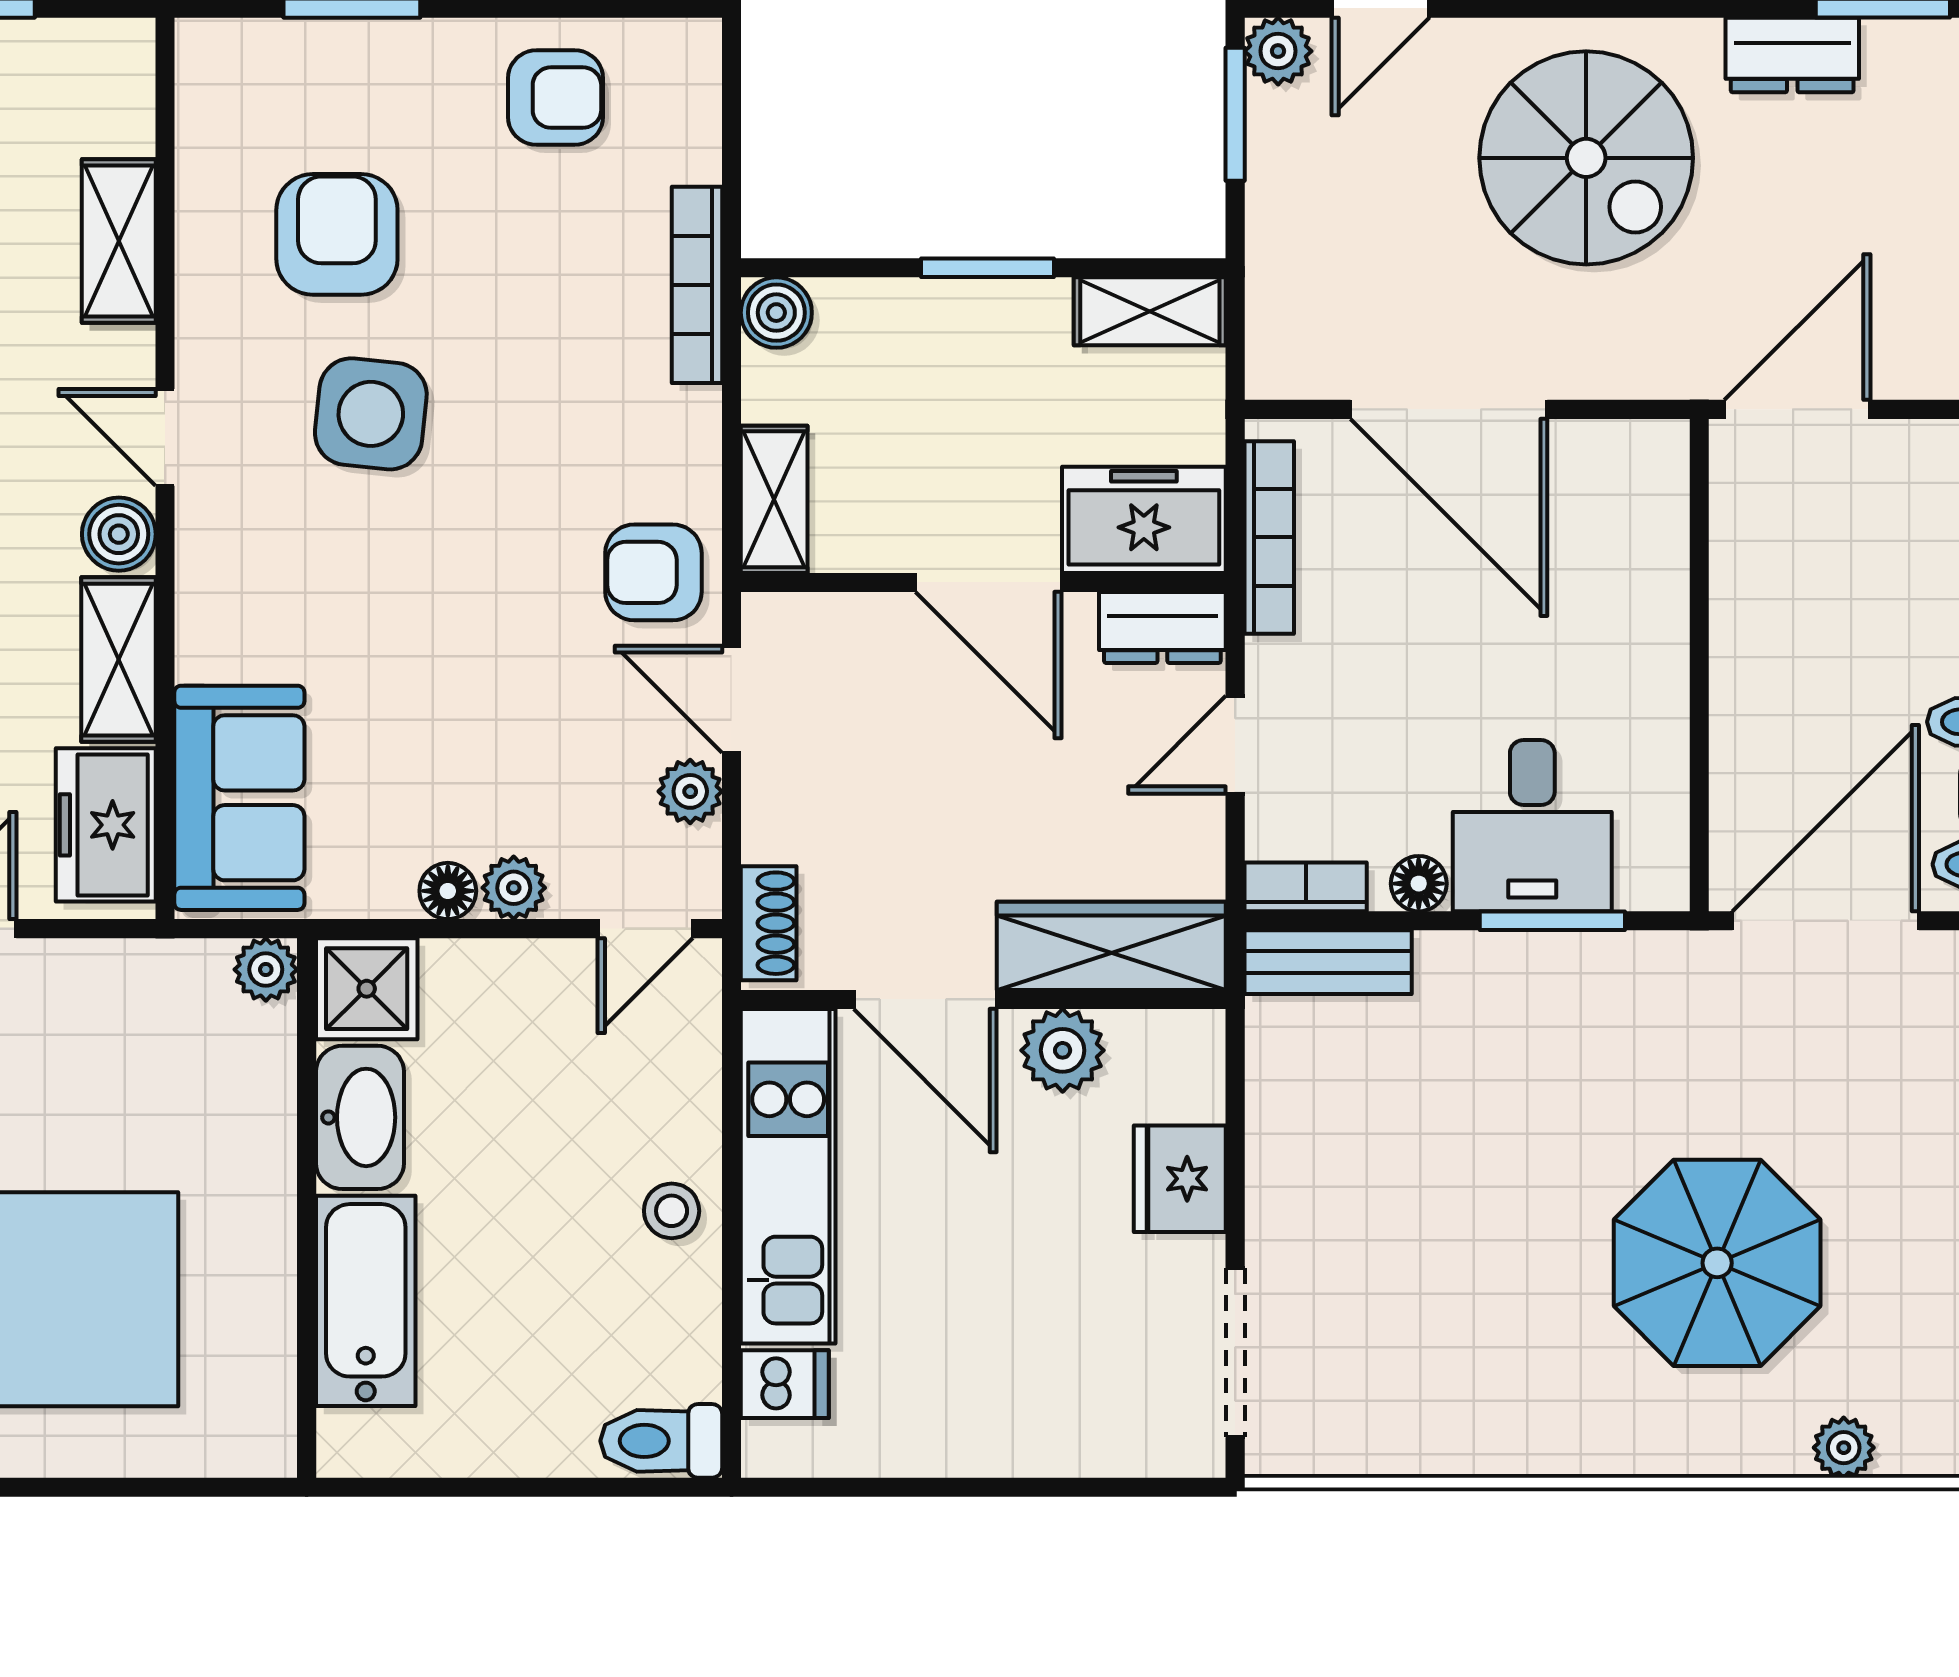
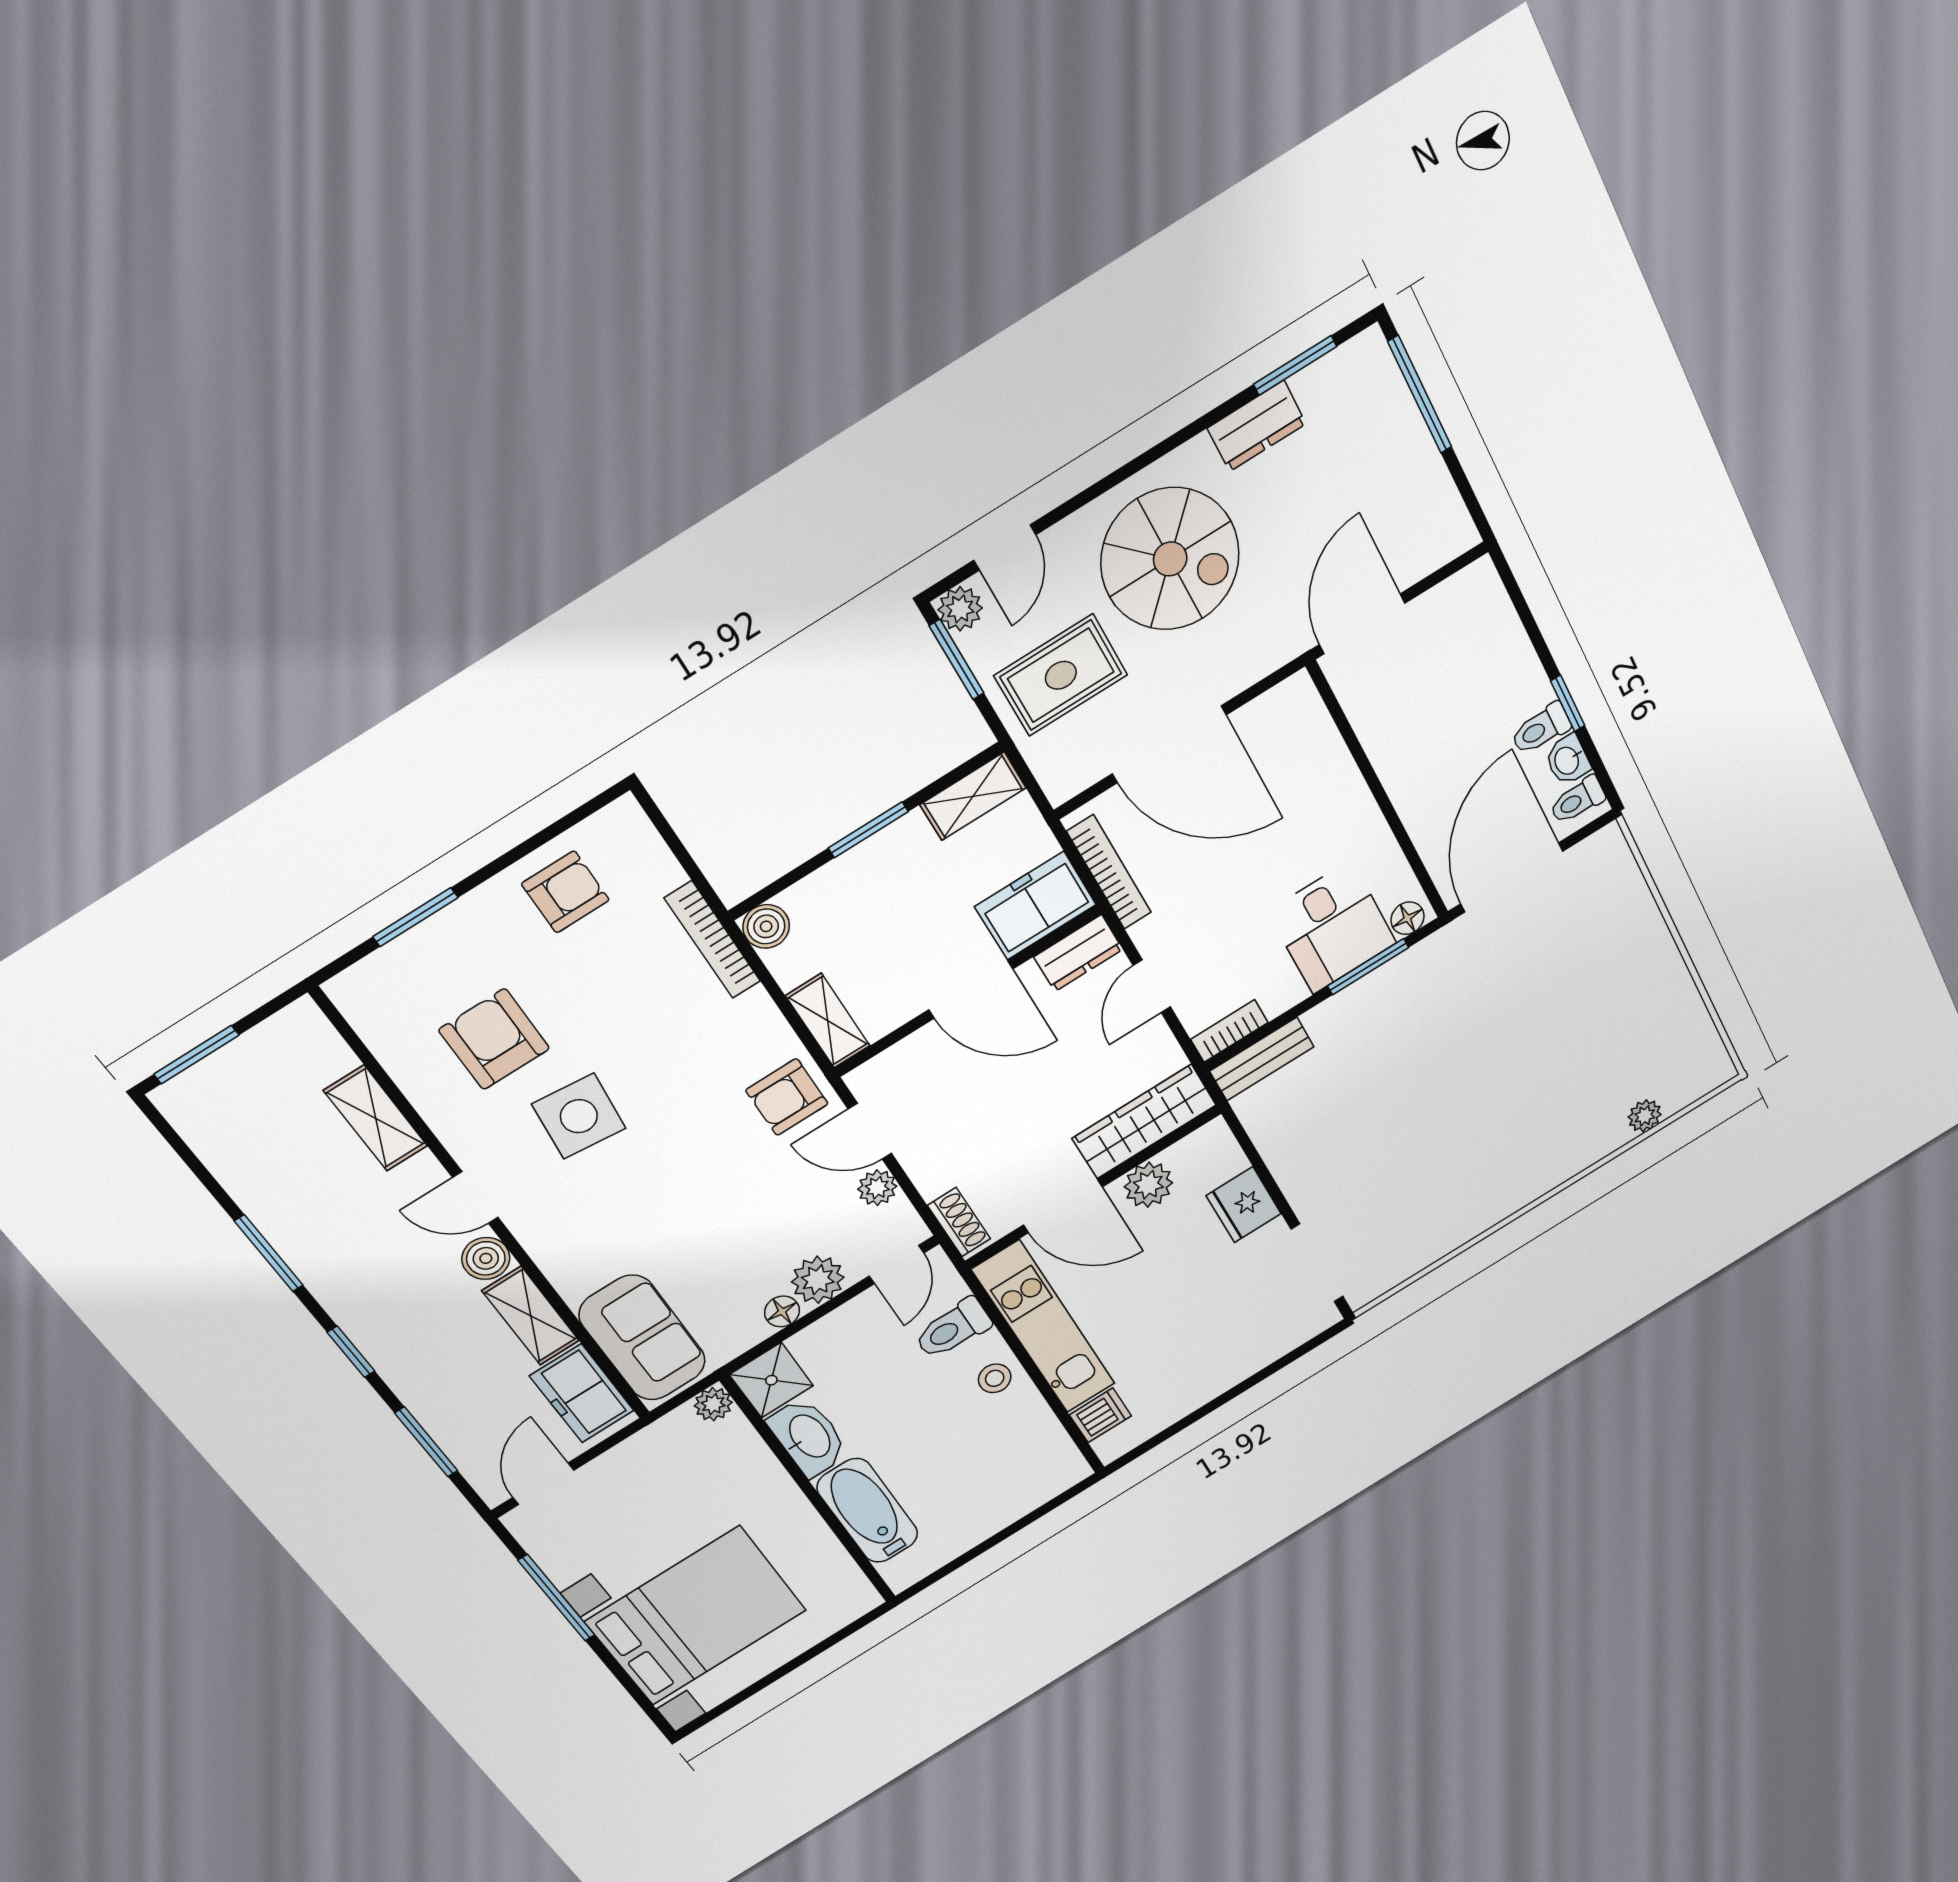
rug: (1358, 222) -> (1061, 675), added
floor lamp: (1419, 884) -> (1407, 918), moved
plant: (514, 888) -> (818, 1280), width x1.38, depth x1.38
parasol: (1717, 1263) -> (1538, 1073), removed
toilet: (661, 1441) -> (953, 1329), moved

